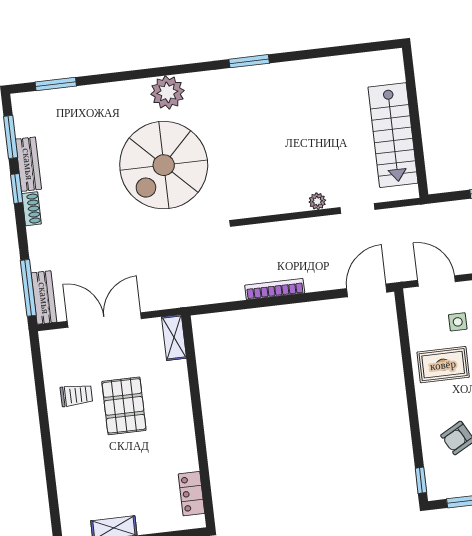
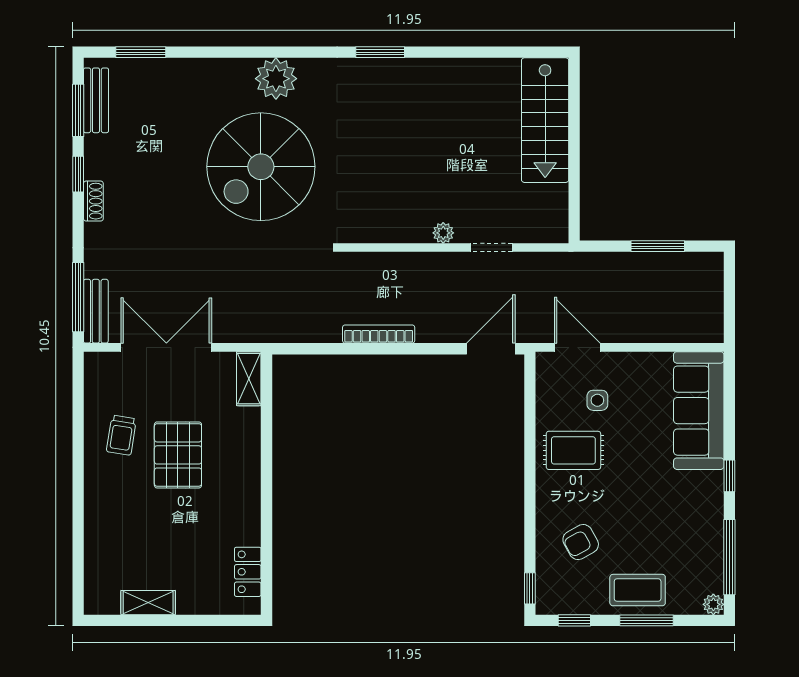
stairs: (393, 135) -> (545, 120), moved
bench: (28, 164) -> (96, 100), moved
trolley: (76, 395) -> (121, 435), turned 99

